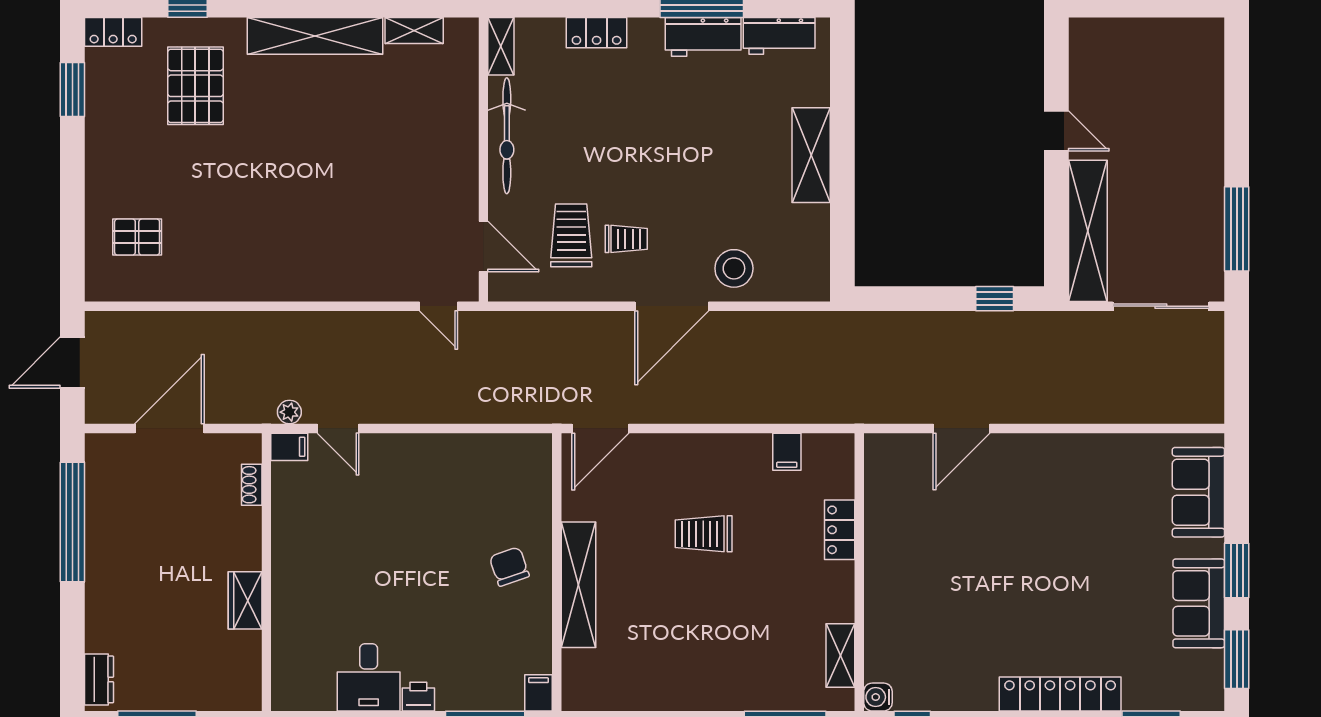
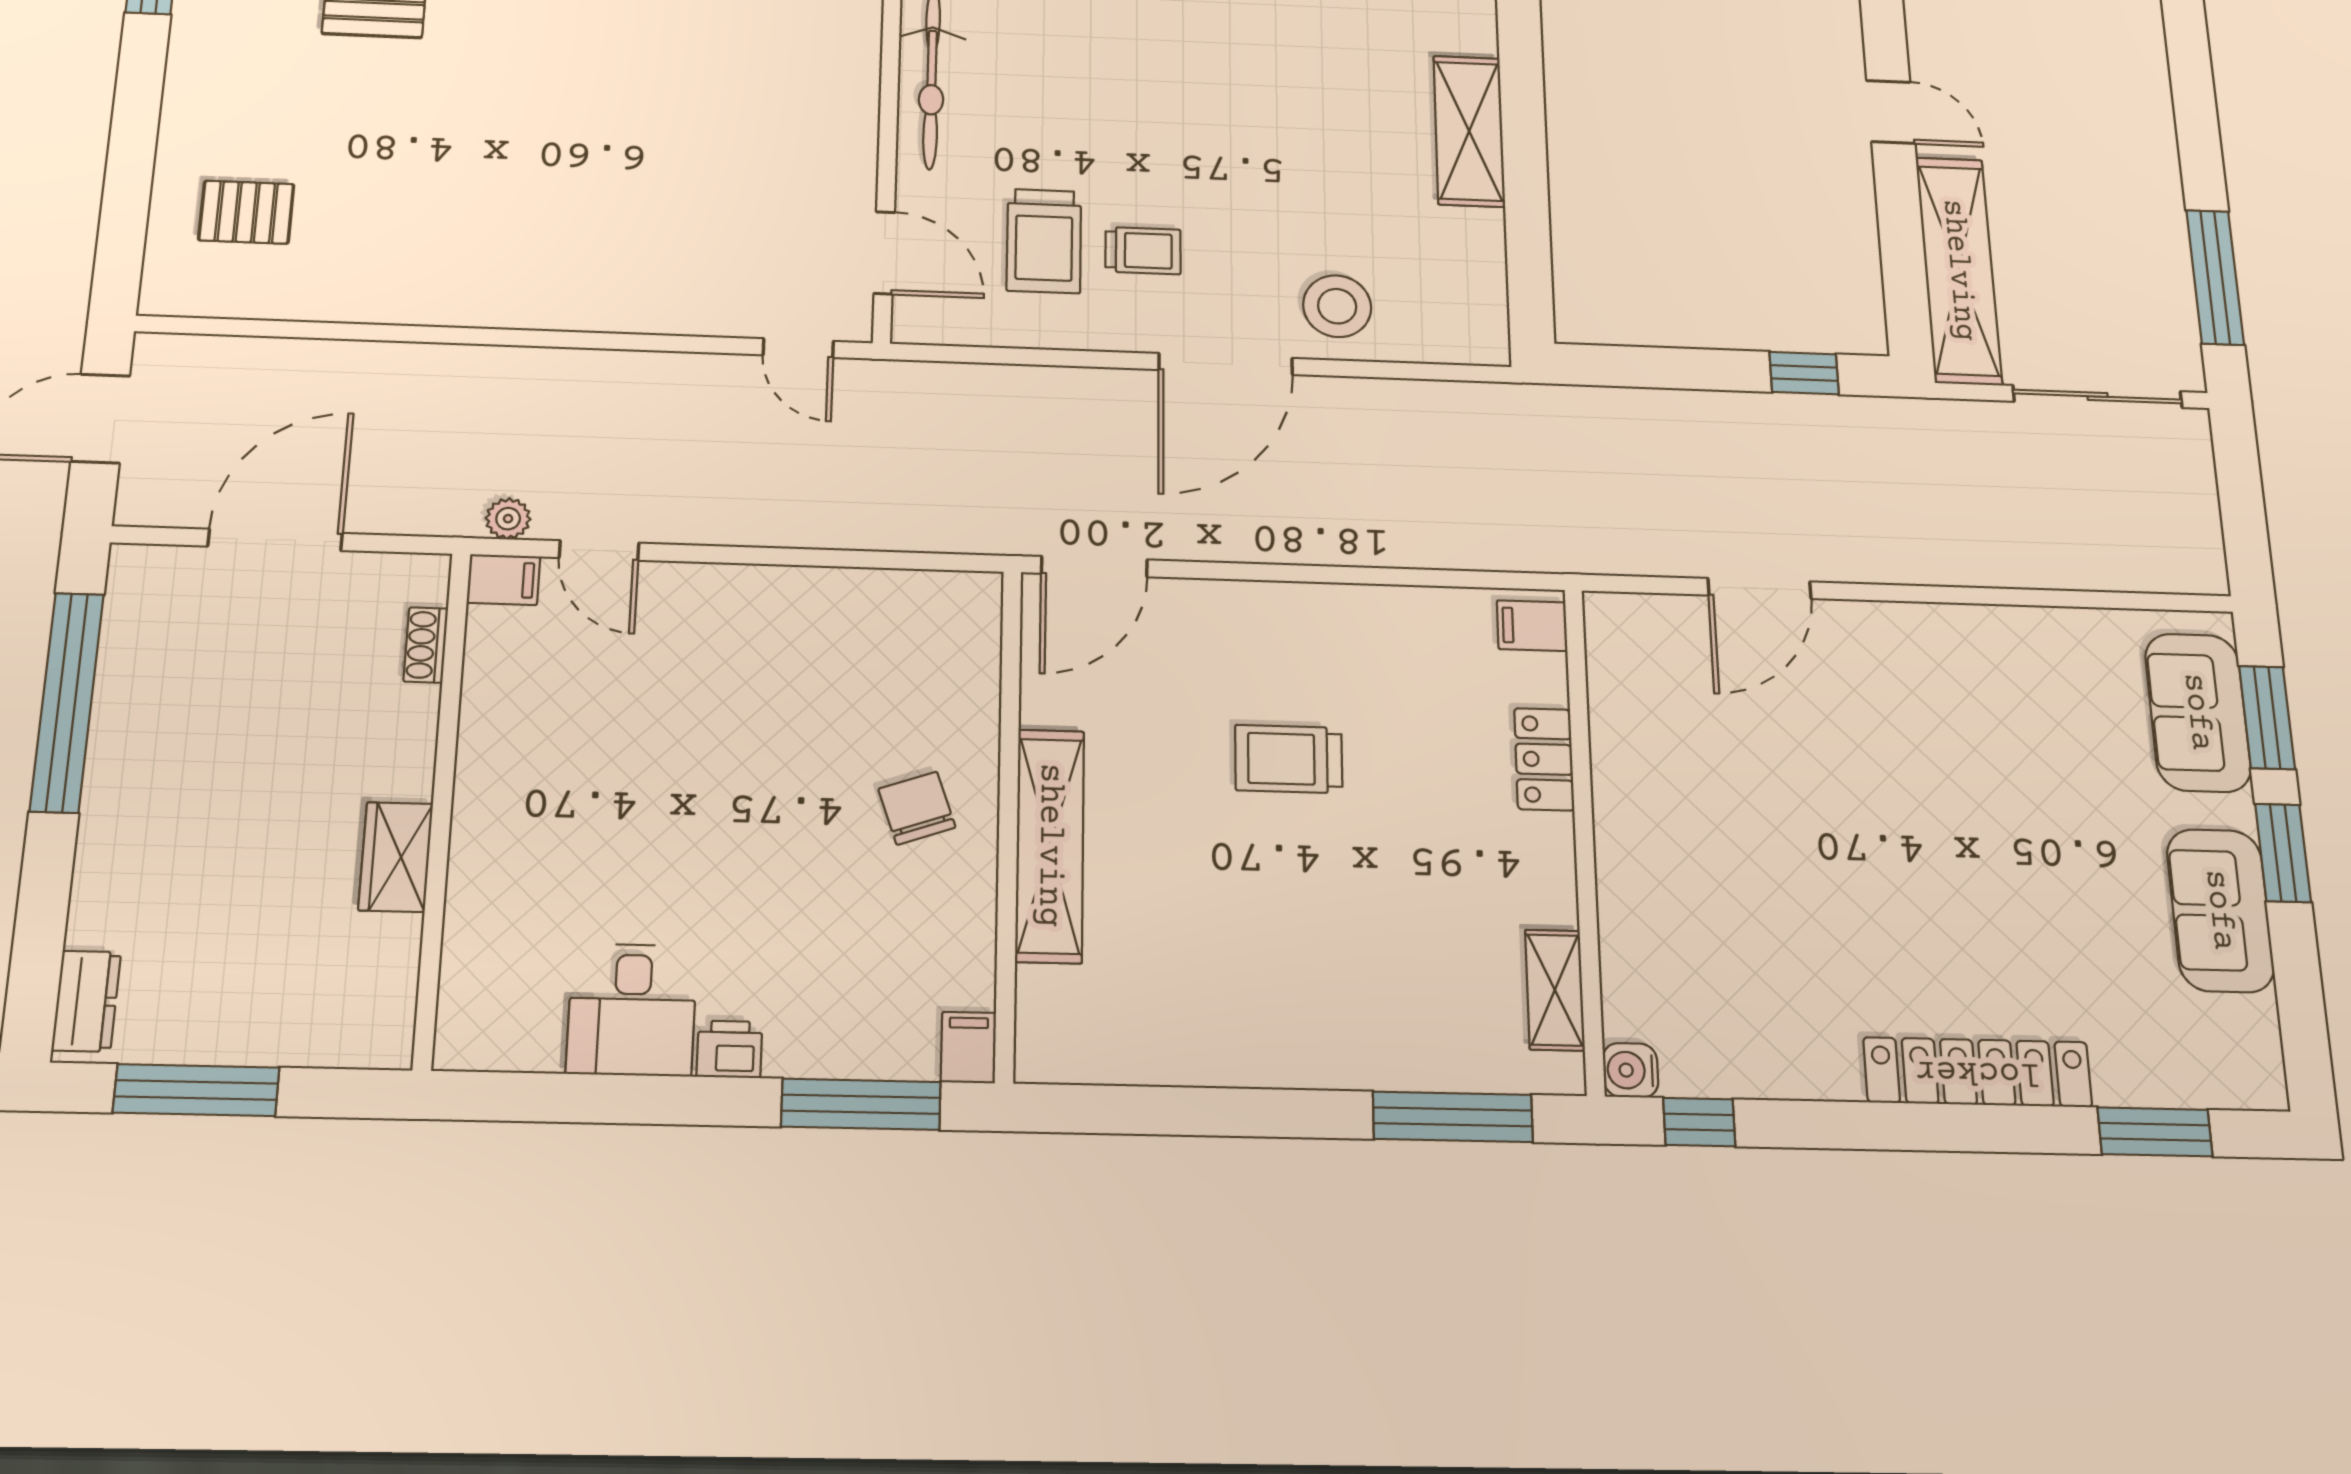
trolley: (571, 235) -> (1044, 241), turned 180
filing cabinet: (787, 452) -> (1532, 626), moved, turned 90
window: (1237, 659) -> (2267, 717), moved

